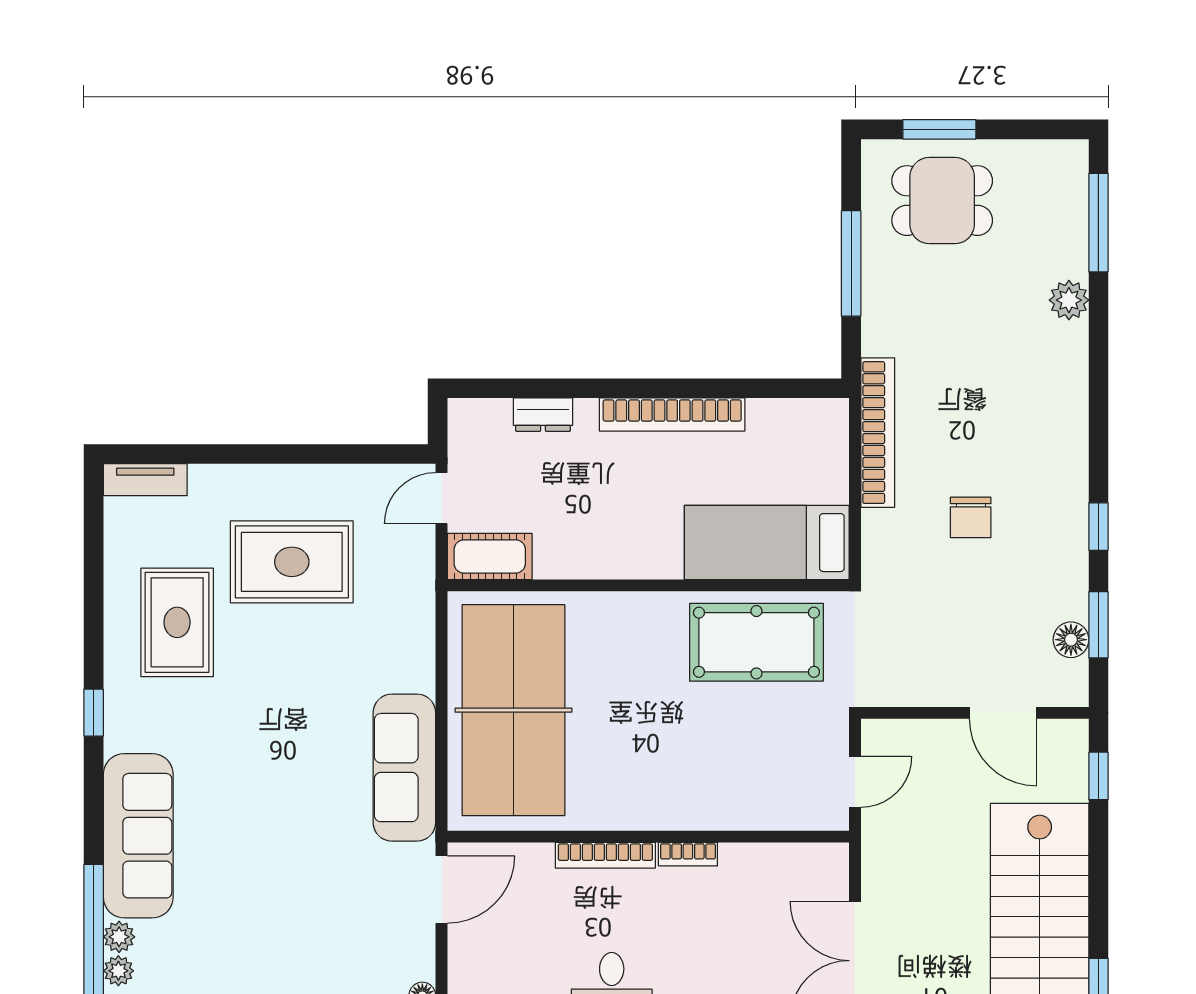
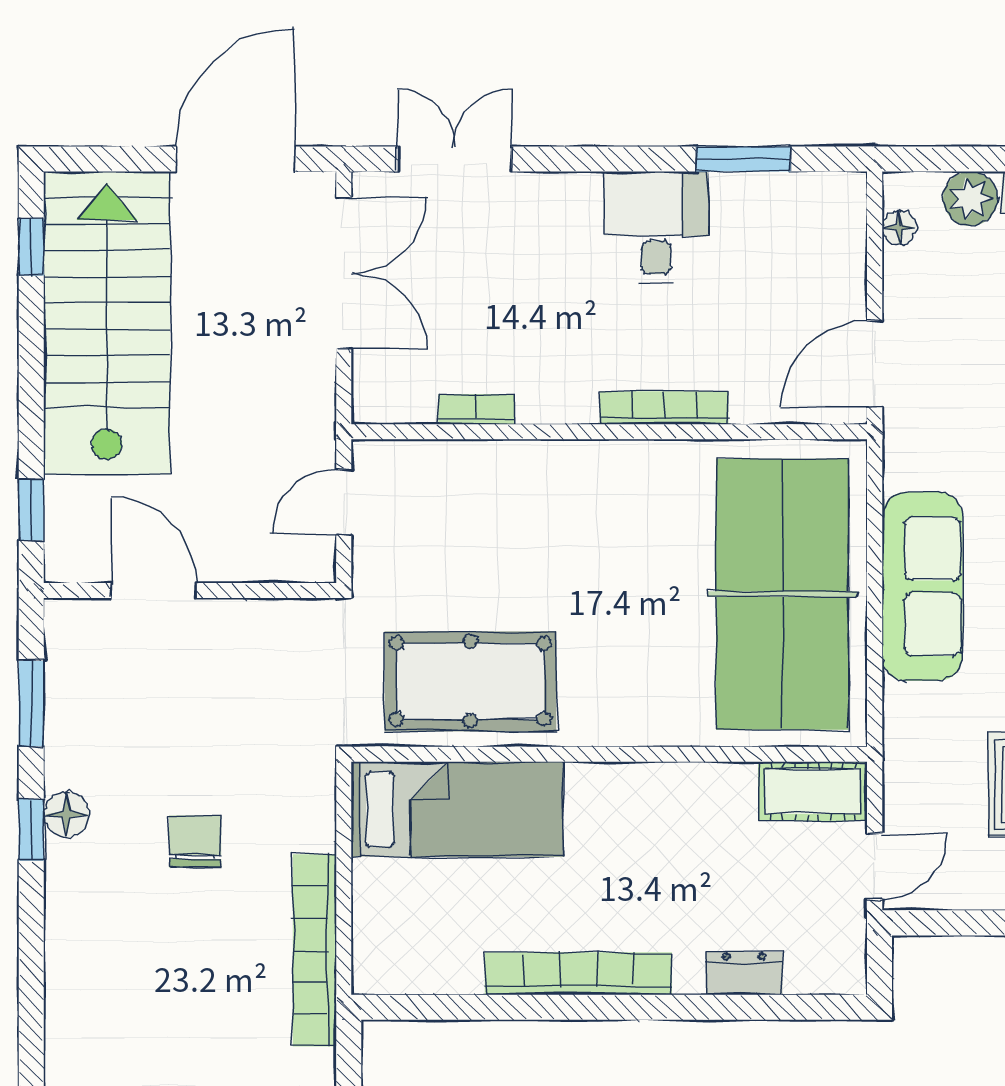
floor lamp: (1071, 640) -> (67, 815), moved
sofa: (404, 768) -> (922, 586), moved
bookcase: (688, 854) -> (476, 409), moved

